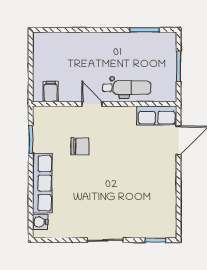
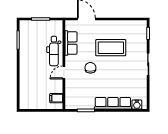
dental chair: (127, 88) -> (54, 51), turned 180
row of seats: (157, 115) -> (71, 43), moved
chair: (80, 146) -> (90, 68), moved
coffee table: (132, 180) -> (111, 48), added

